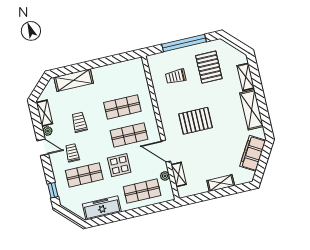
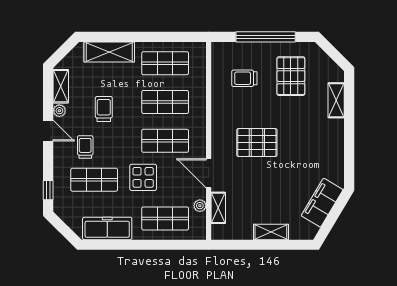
shop shelf: (116, 79) -> (165, 63), added
shelving: (251, 110) -> (334, 145), removed

